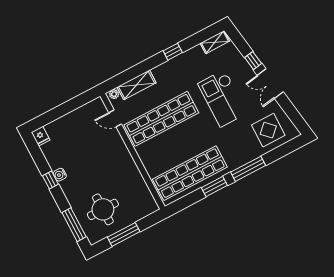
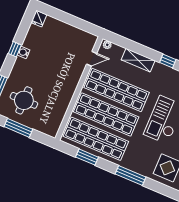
shelving: (137, 85) -> (138, 60), moved
door: (115, 118) -> (92, 59), swing flipped
shop shelf: (176, 146) -> (106, 114), added
window: (214, 187) -> (87, 157), moved

